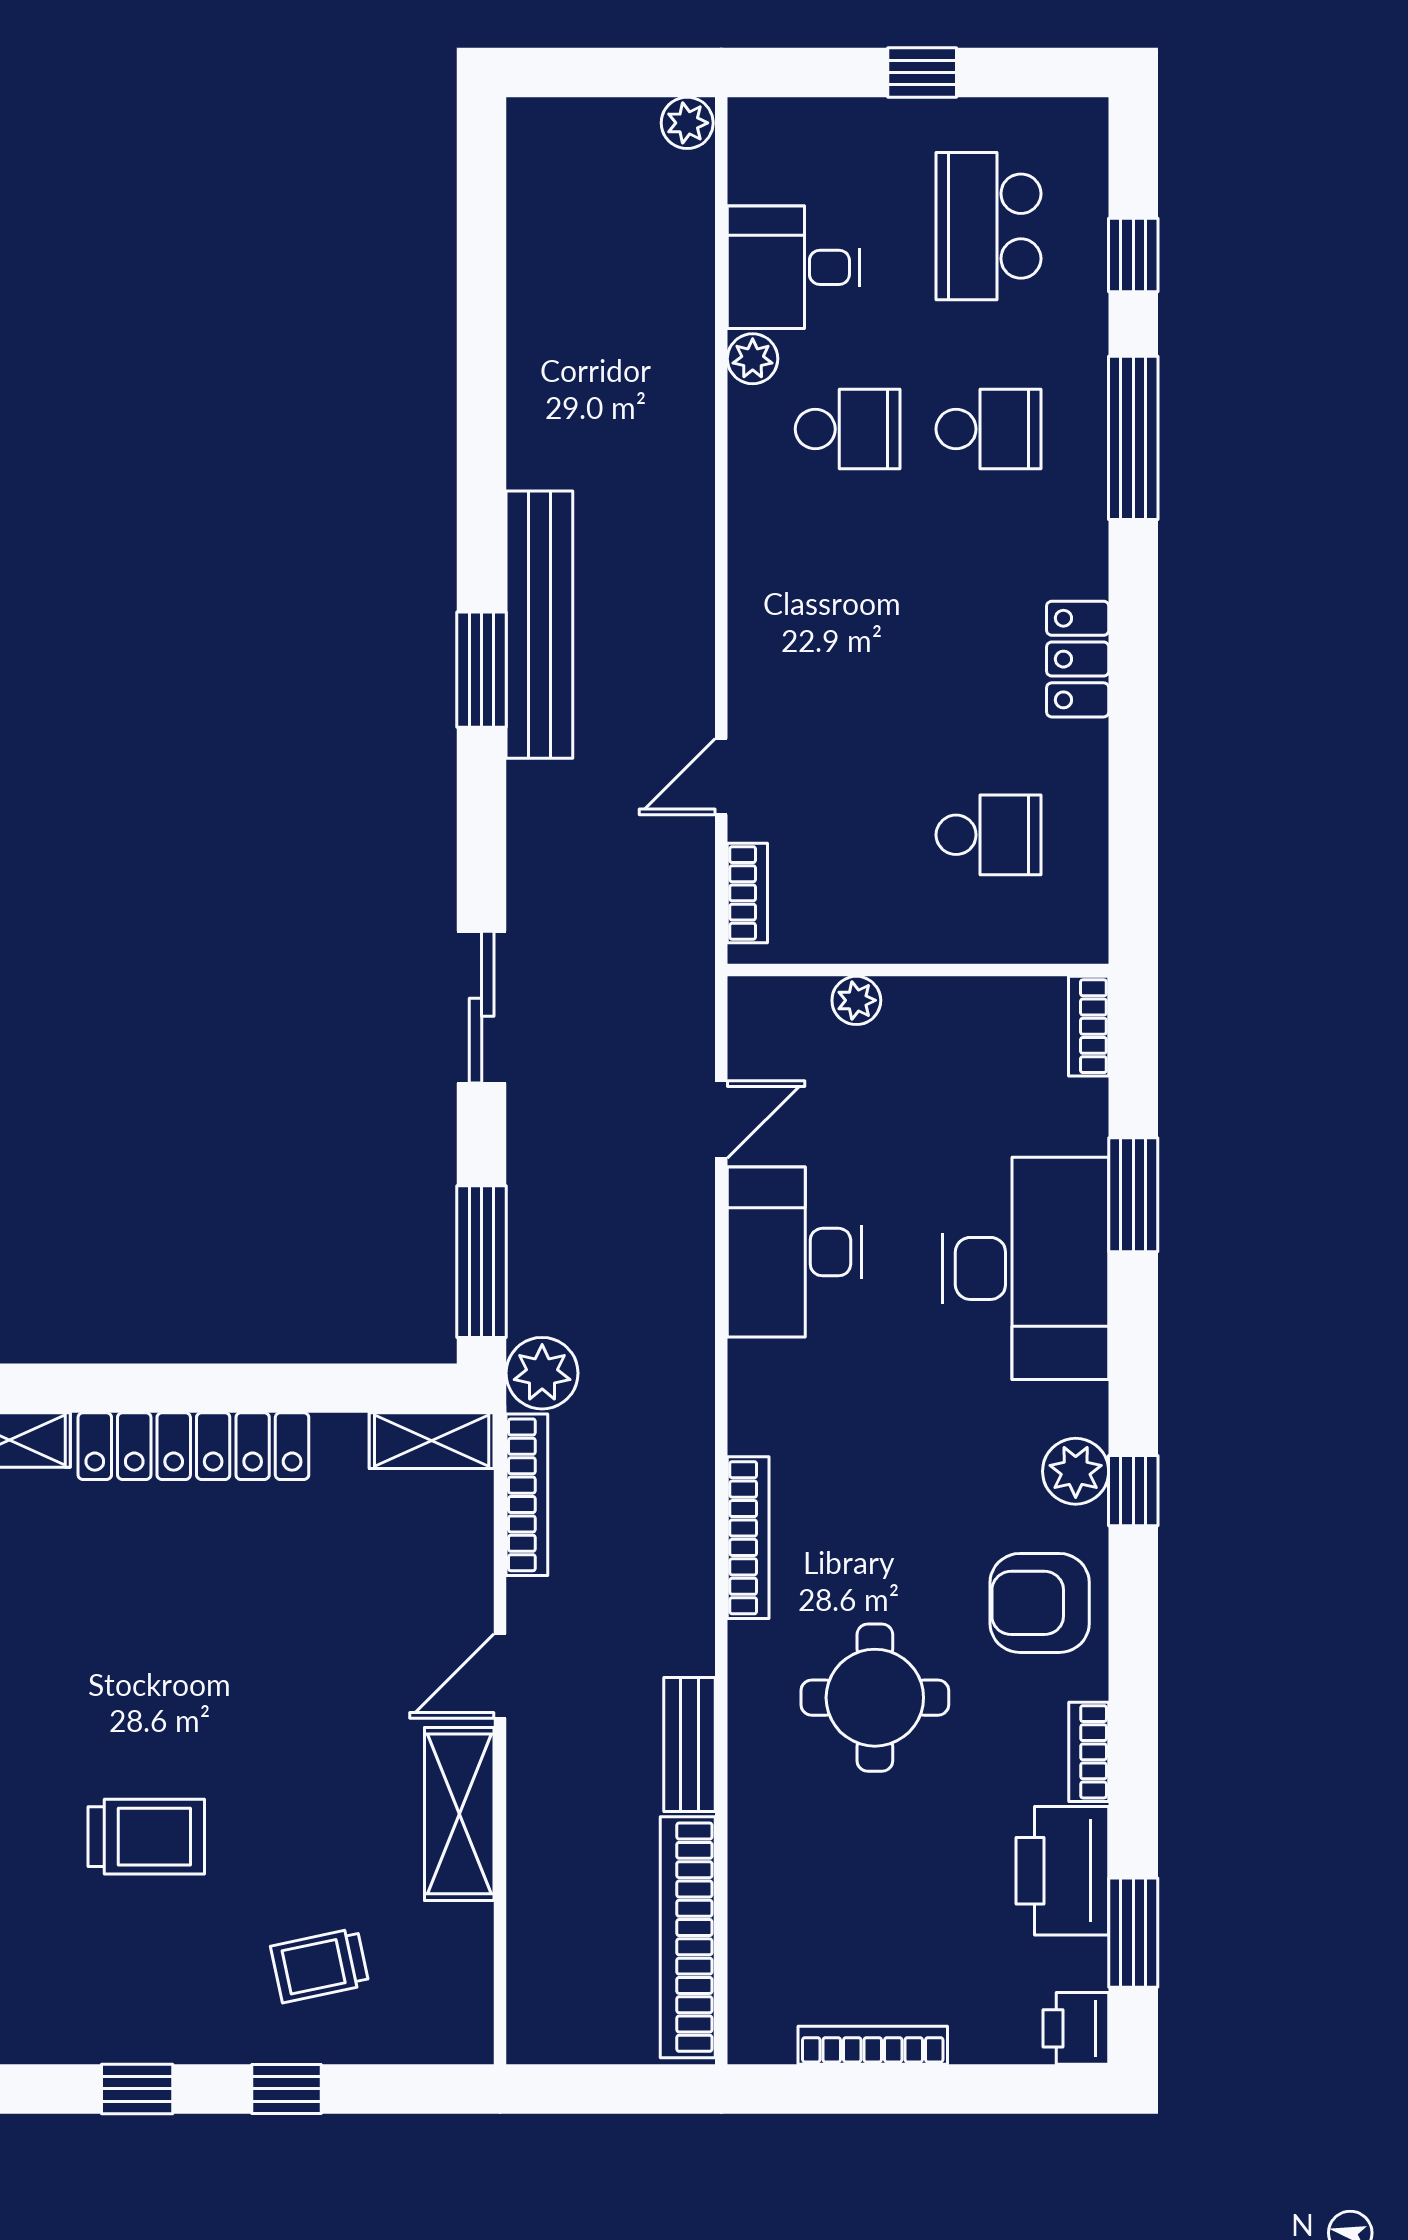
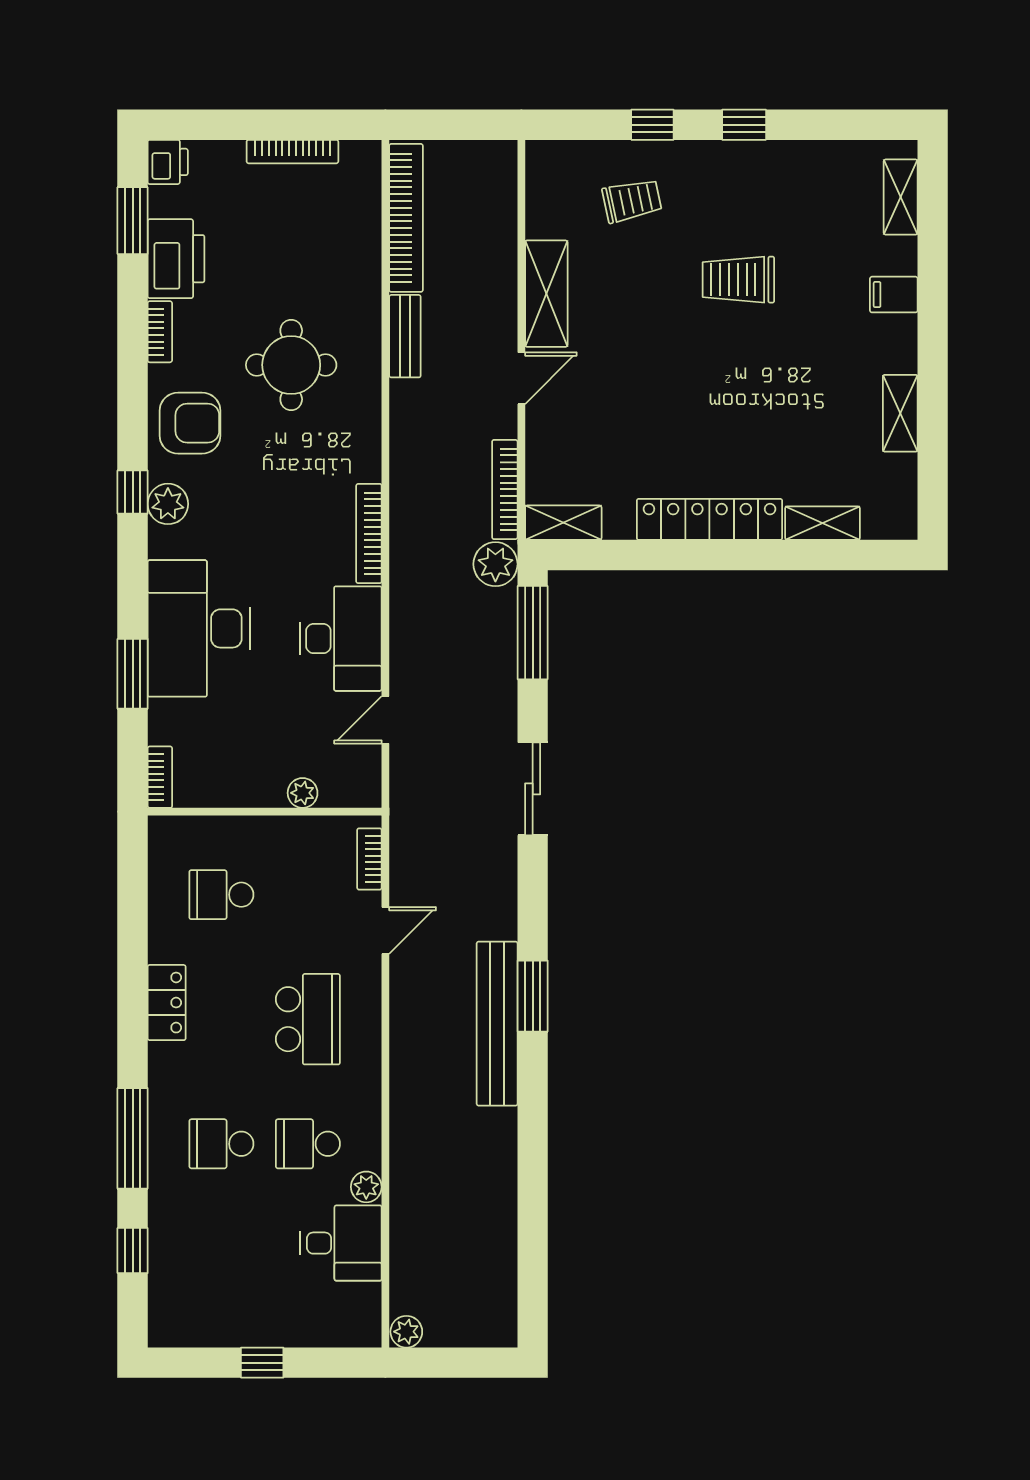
school desk: (988, 226) -> (308, 1019), moved
bookcase: (748, 1538) -> (369, 534), moved

